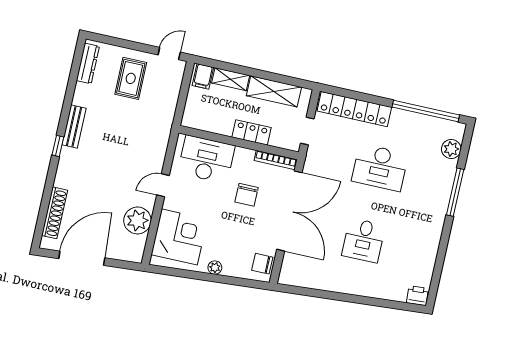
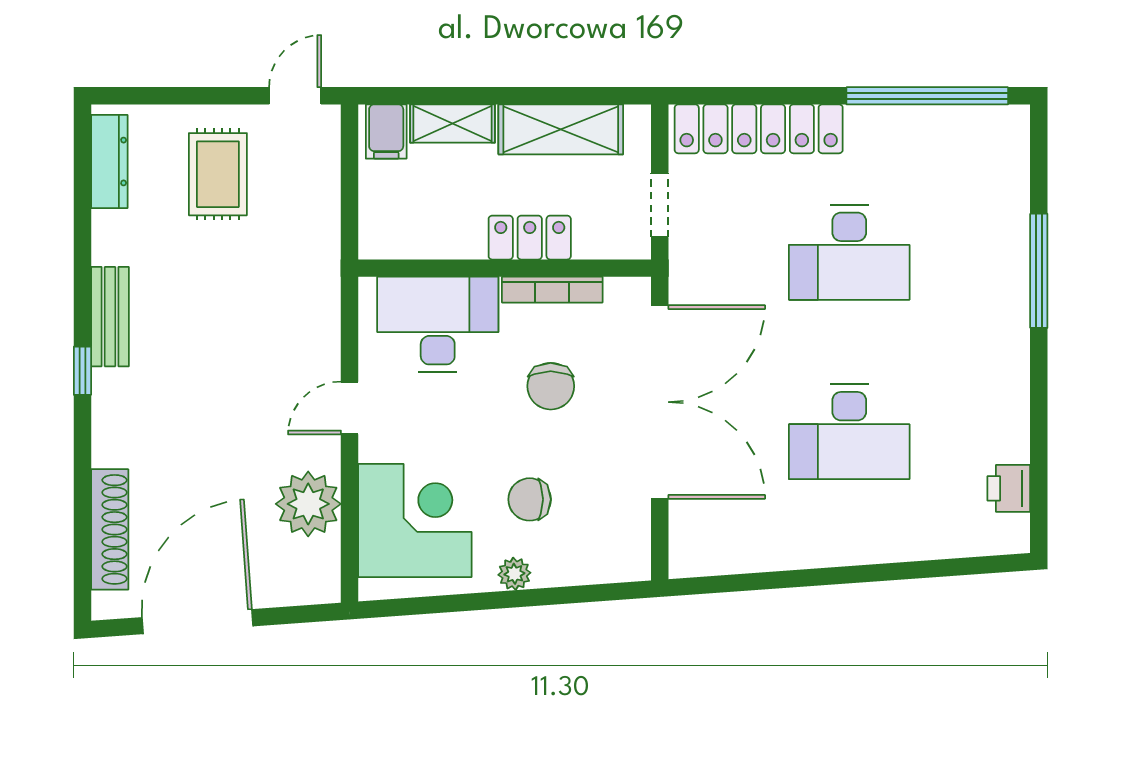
plant: (451, 149) -> (1007, 172), removed
bookcase: (276, 160) -> (552, 290), moved
desk: (364, 240) -> (849, 432), width x1.37
chair: (262, 264) -> (530, 499), moved
printer: (417, 296) -> (1009, 488), moved, turned -86

